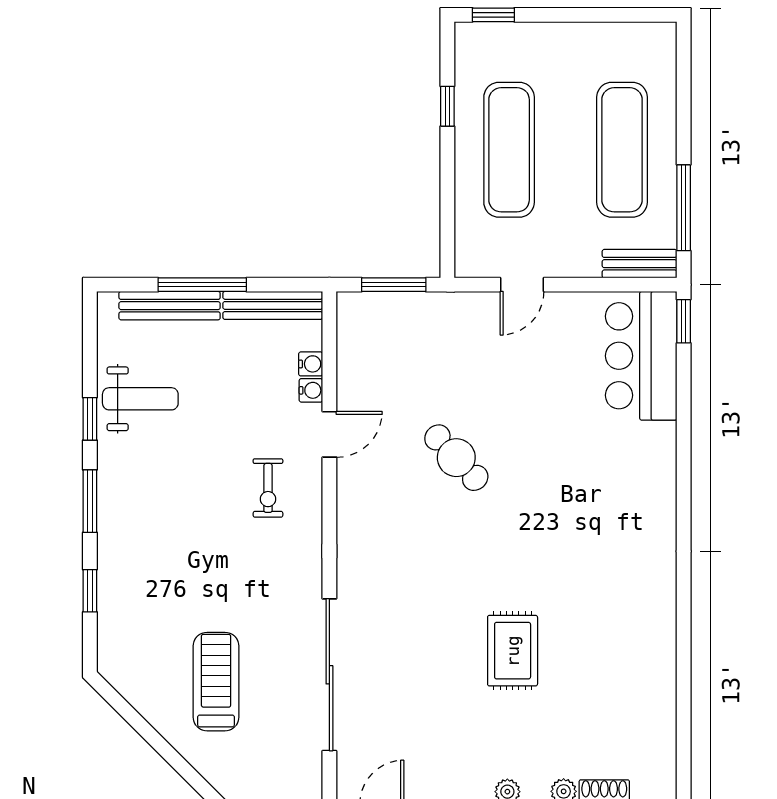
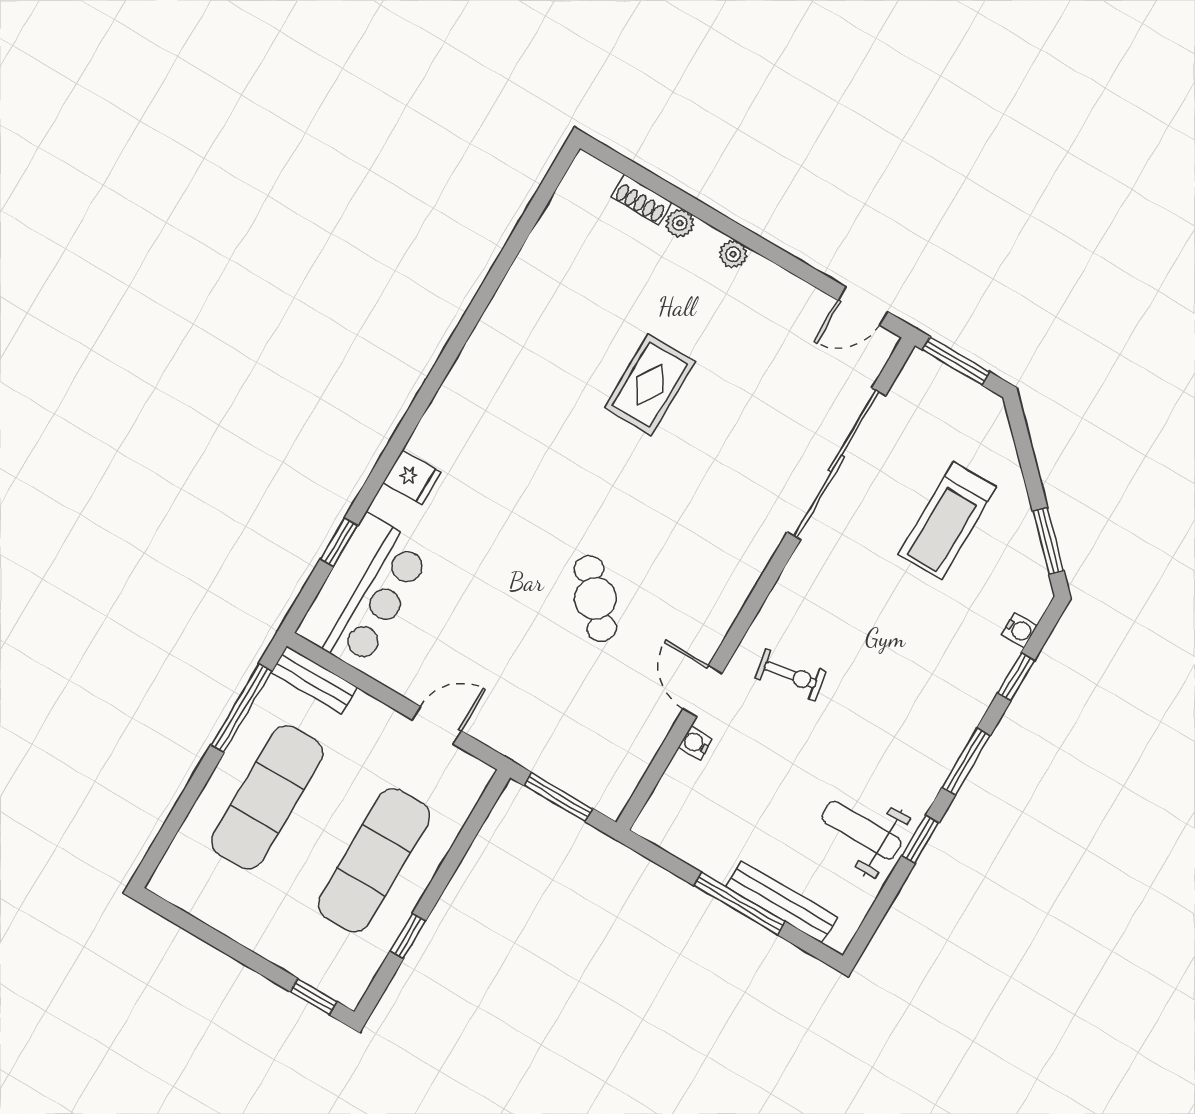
bench: (273, 305) -> (684, 845), removed
window: (684, 321) -> (339, 542), moved
water cooler: (311, 364) -> (1020, 630), moved, turned 180
door: (329, 434) -> (703, 691), hinge flipped
fridge: (656, 468) -> (412, 477), added
exercise bike: (268, 488) -> (790, 675), turned 80
window: (128, 712) -> (1048, 541), added

